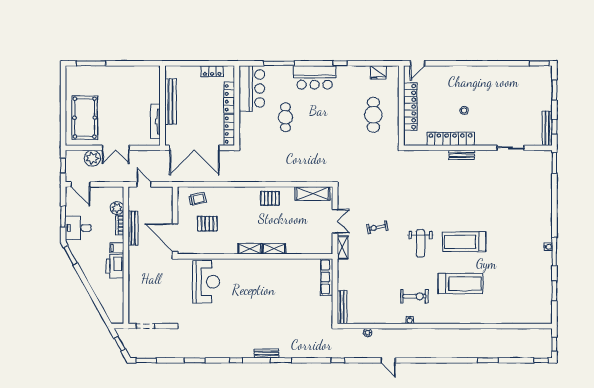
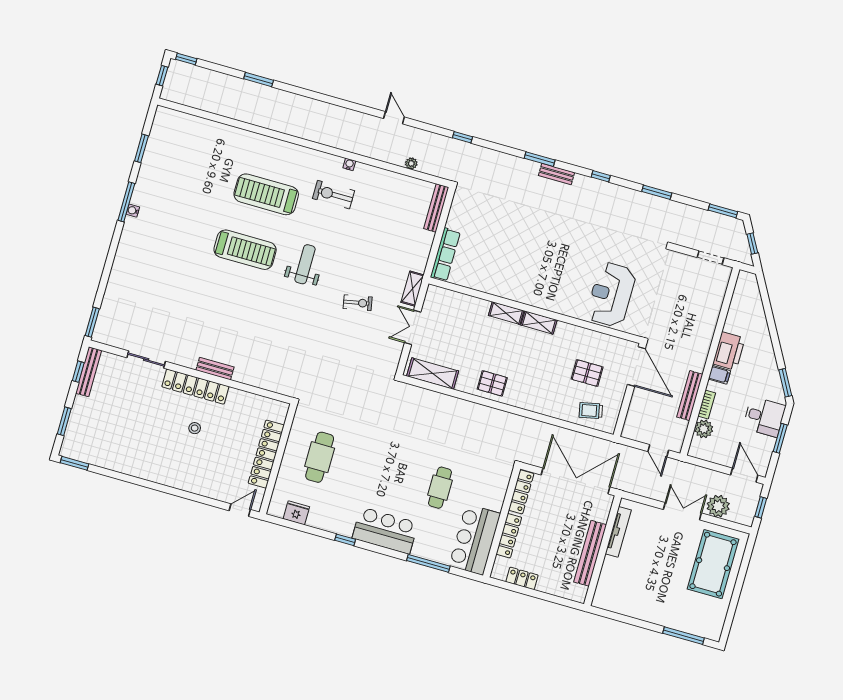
locker: (451, 139) -> (195, 387), moved

